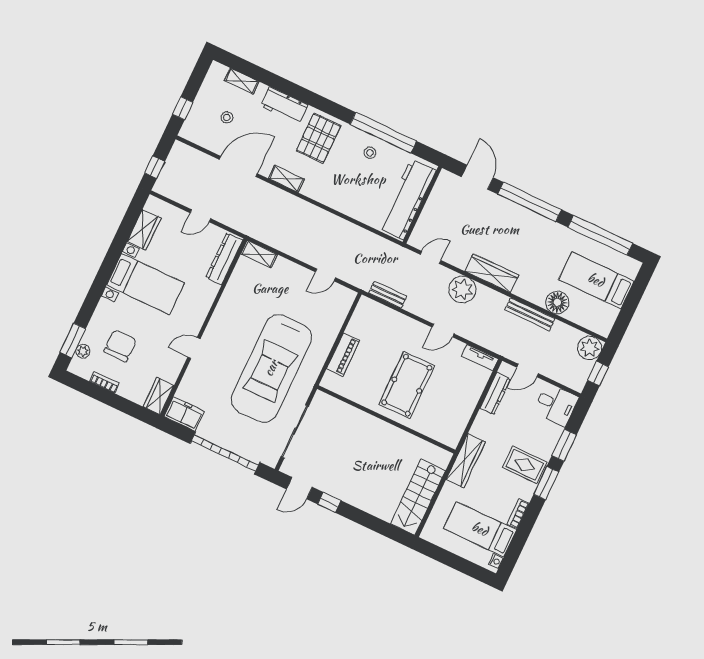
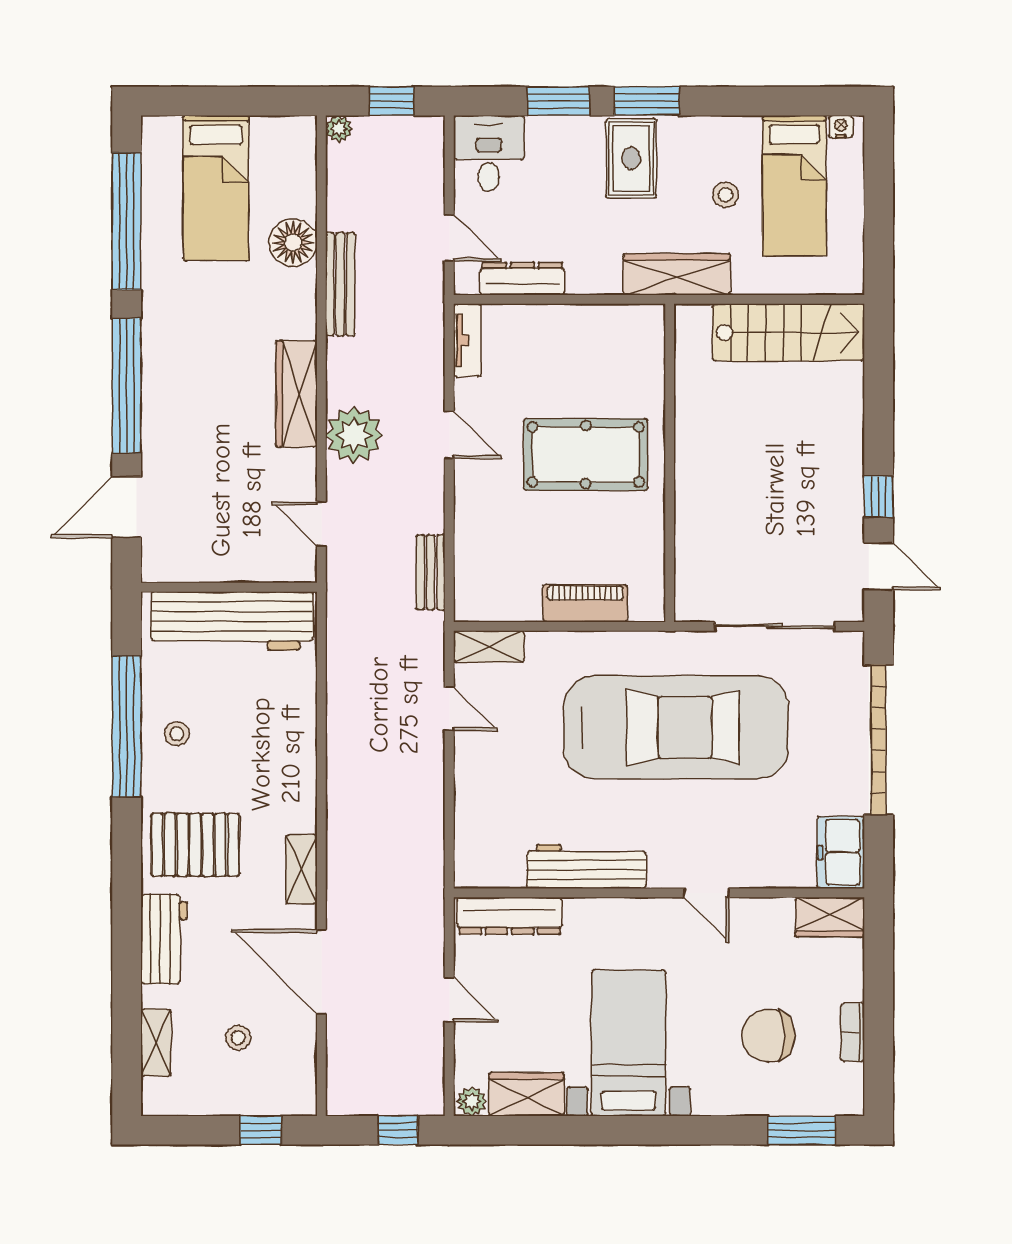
shelving: (259, 254) -> (489, 646), moved, turned 90
workbench: (230, 302) -> (587, 866), added
plant: (590, 348) -> (339, 129), width x0.53, depth x0.53
plant: (83, 351) -> (472, 1102), moved
stool: (490, 498) -> (726, 195), added
bookcase: (518, 514) -> (730, 127), removed

